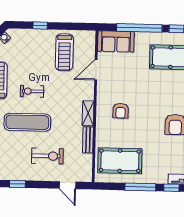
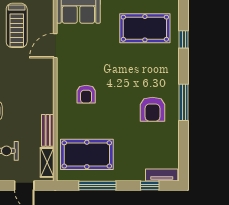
shelving: (88, 113) -> (47, 162), moved
window: (140, 187) -> (97, 185), moved

